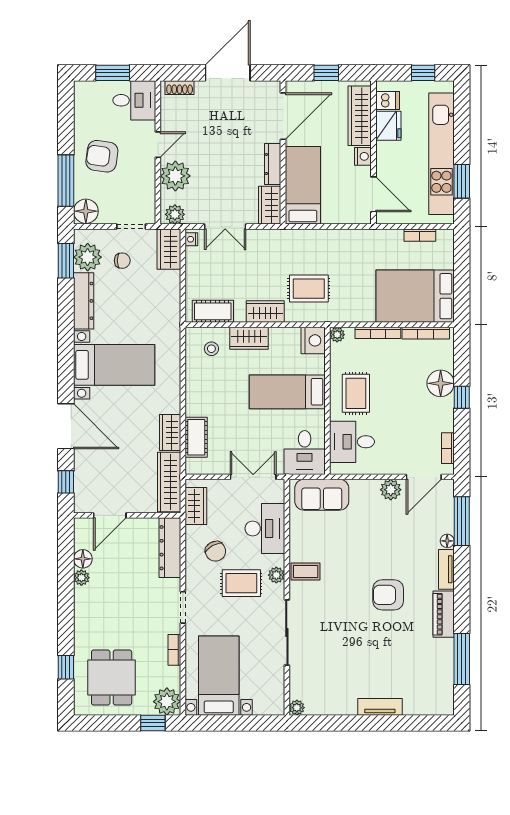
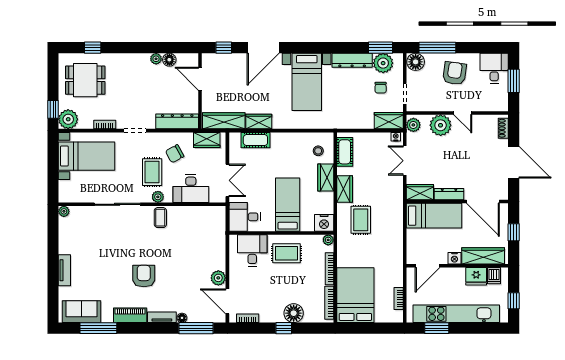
desk: (134, 100) -> (494, 68), moved, turned 180
sofa: (322, 495) -> (81, 312), moved, turned 90

